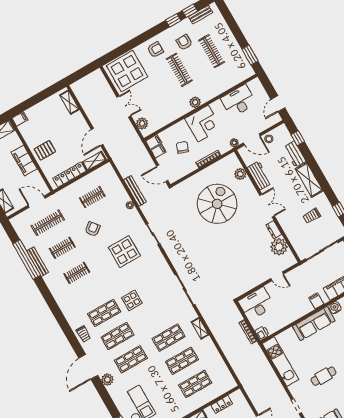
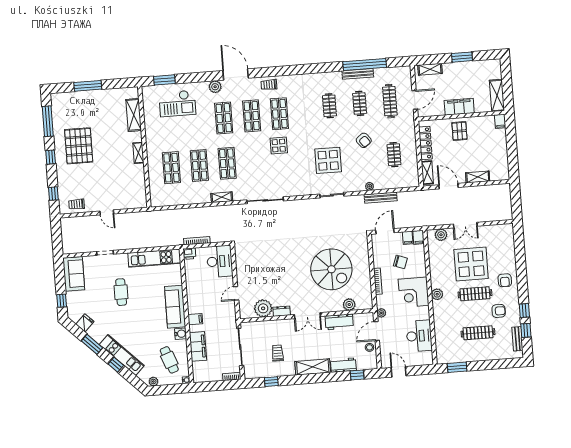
display table: (127, 71) -> (471, 264), moved
shelving: (69, 102) -> (478, 177), moved
locker: (222, 404) -> (140, 183), removed

